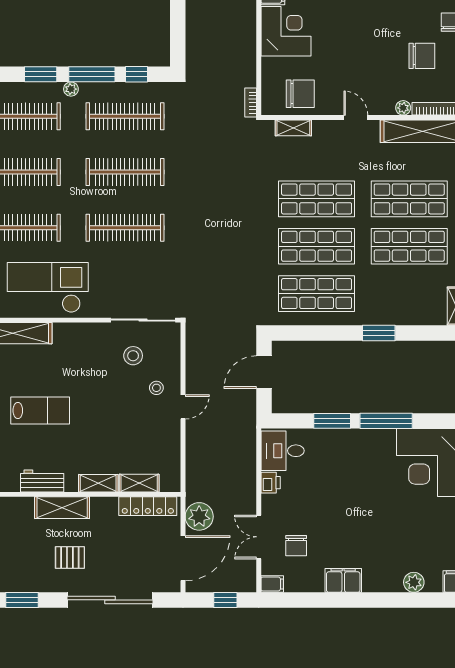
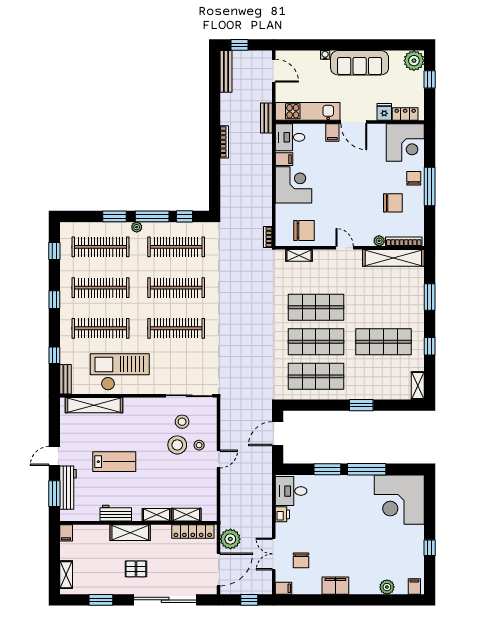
shop shelf: (409, 199) -> (384, 307), removed
stool: (126, 388) -> (177, 445), added

